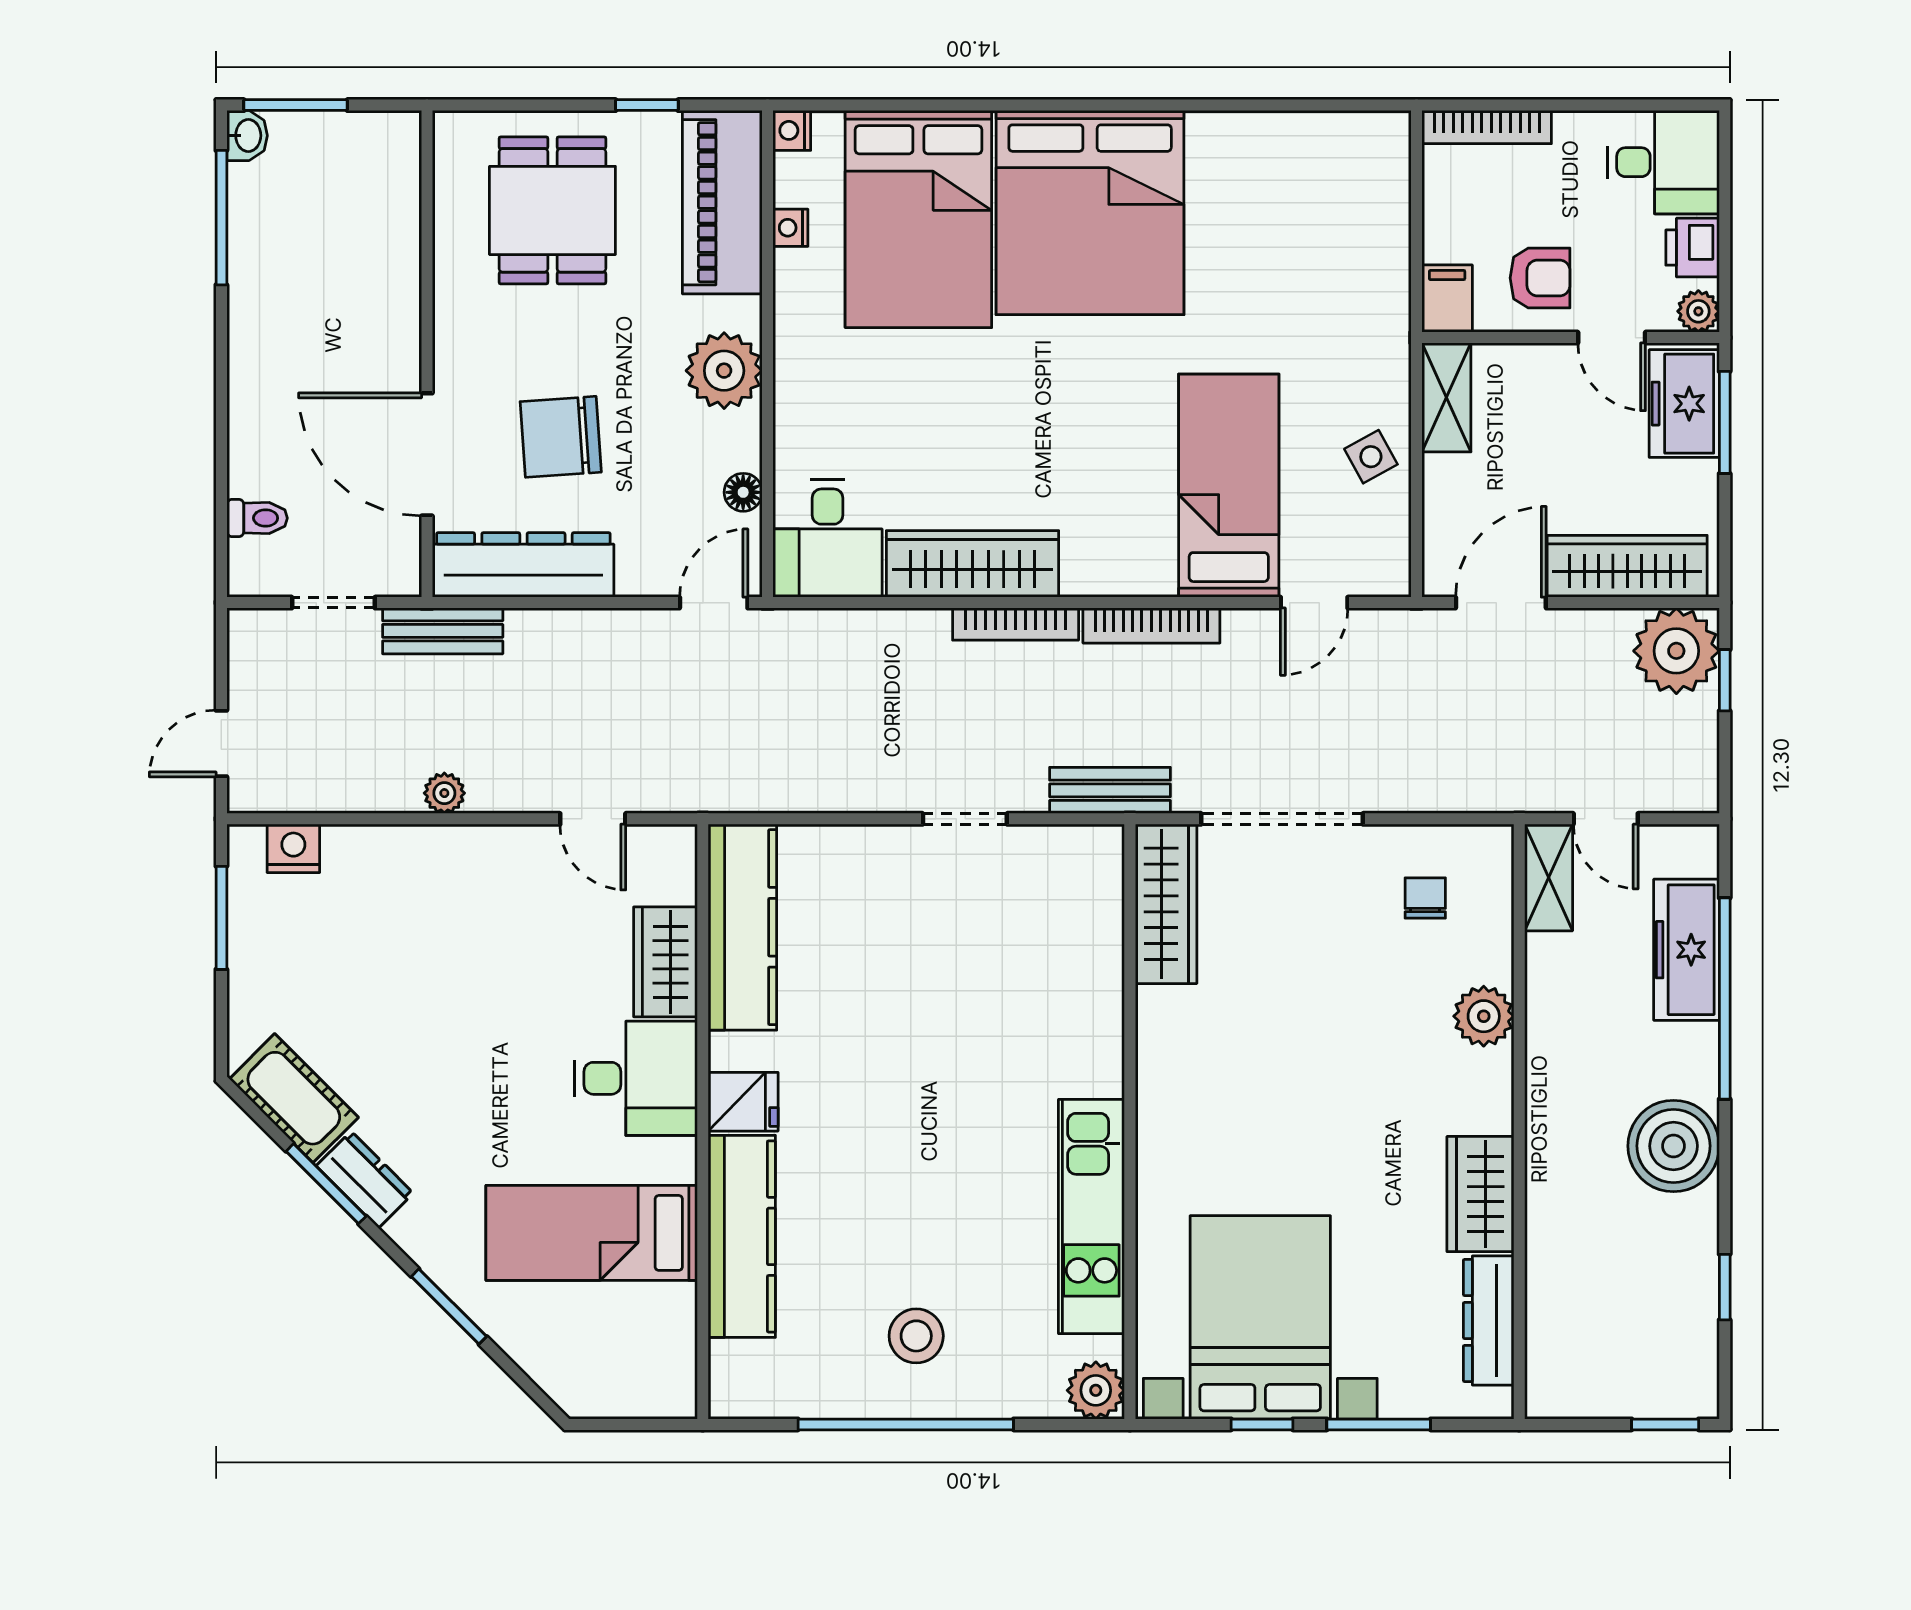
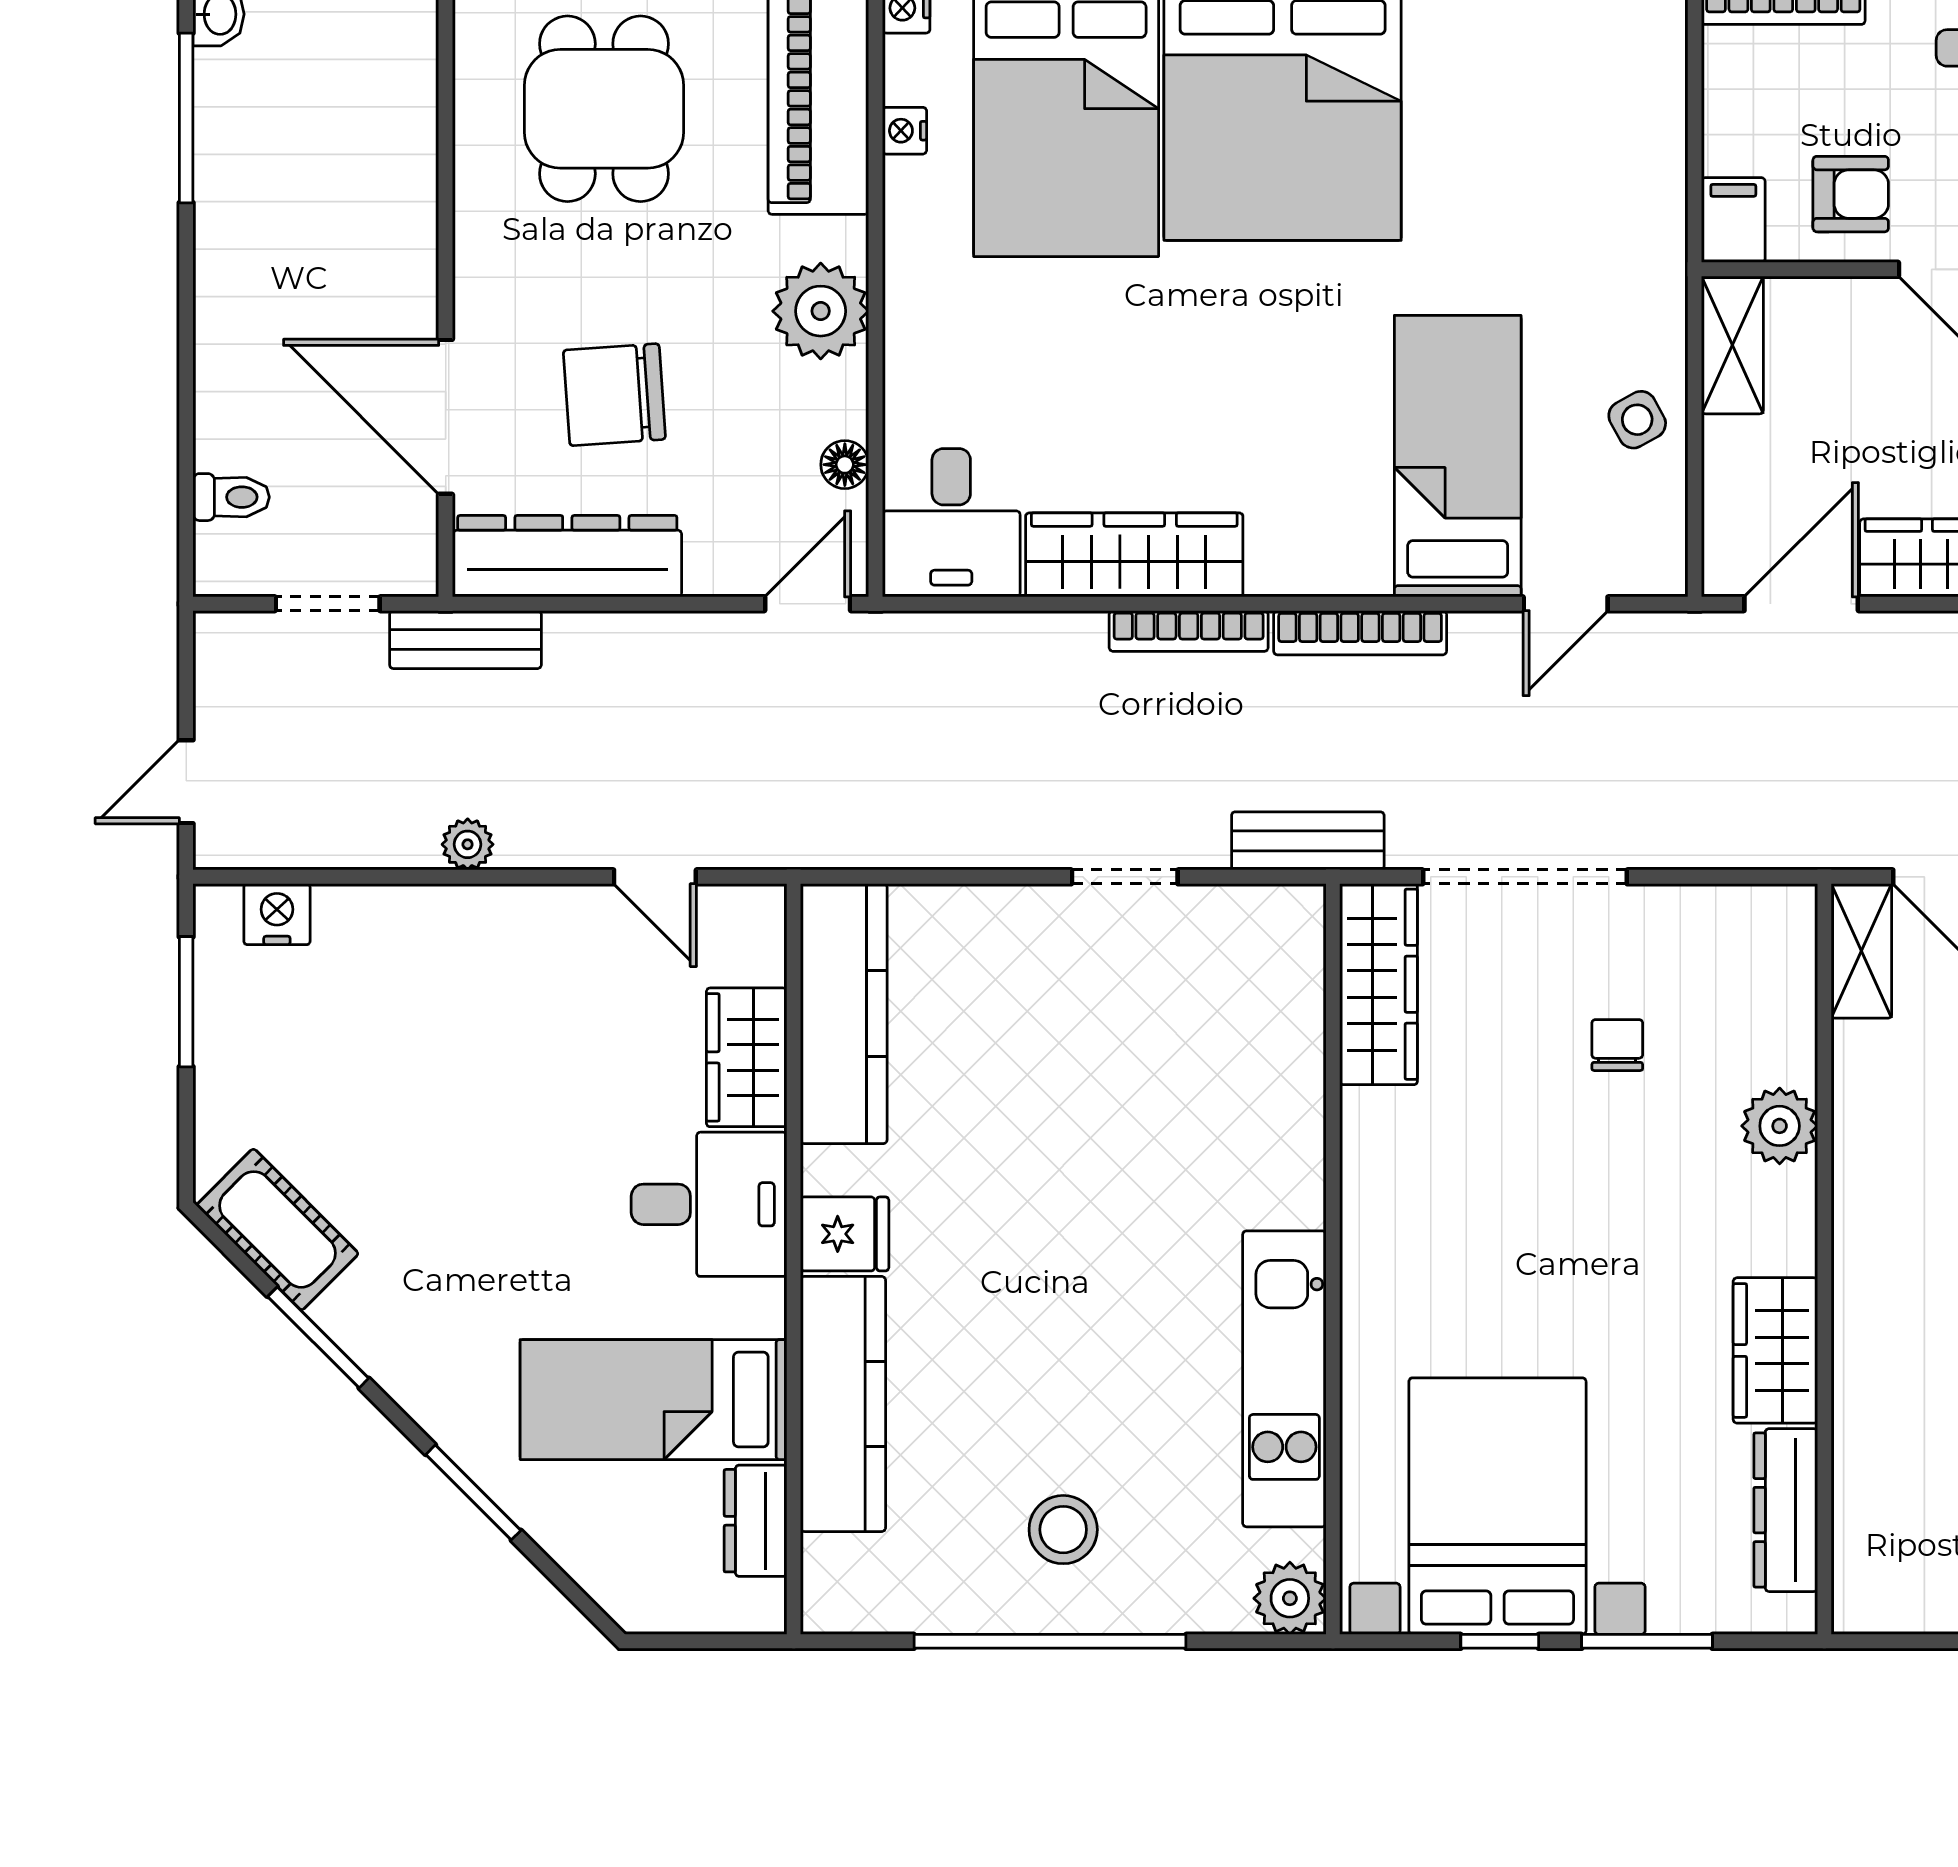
chair: (1425, 898) -> (1617, 1045), moved
dresser: (365, 1180) -> (755, 1521), moved, turned -135

